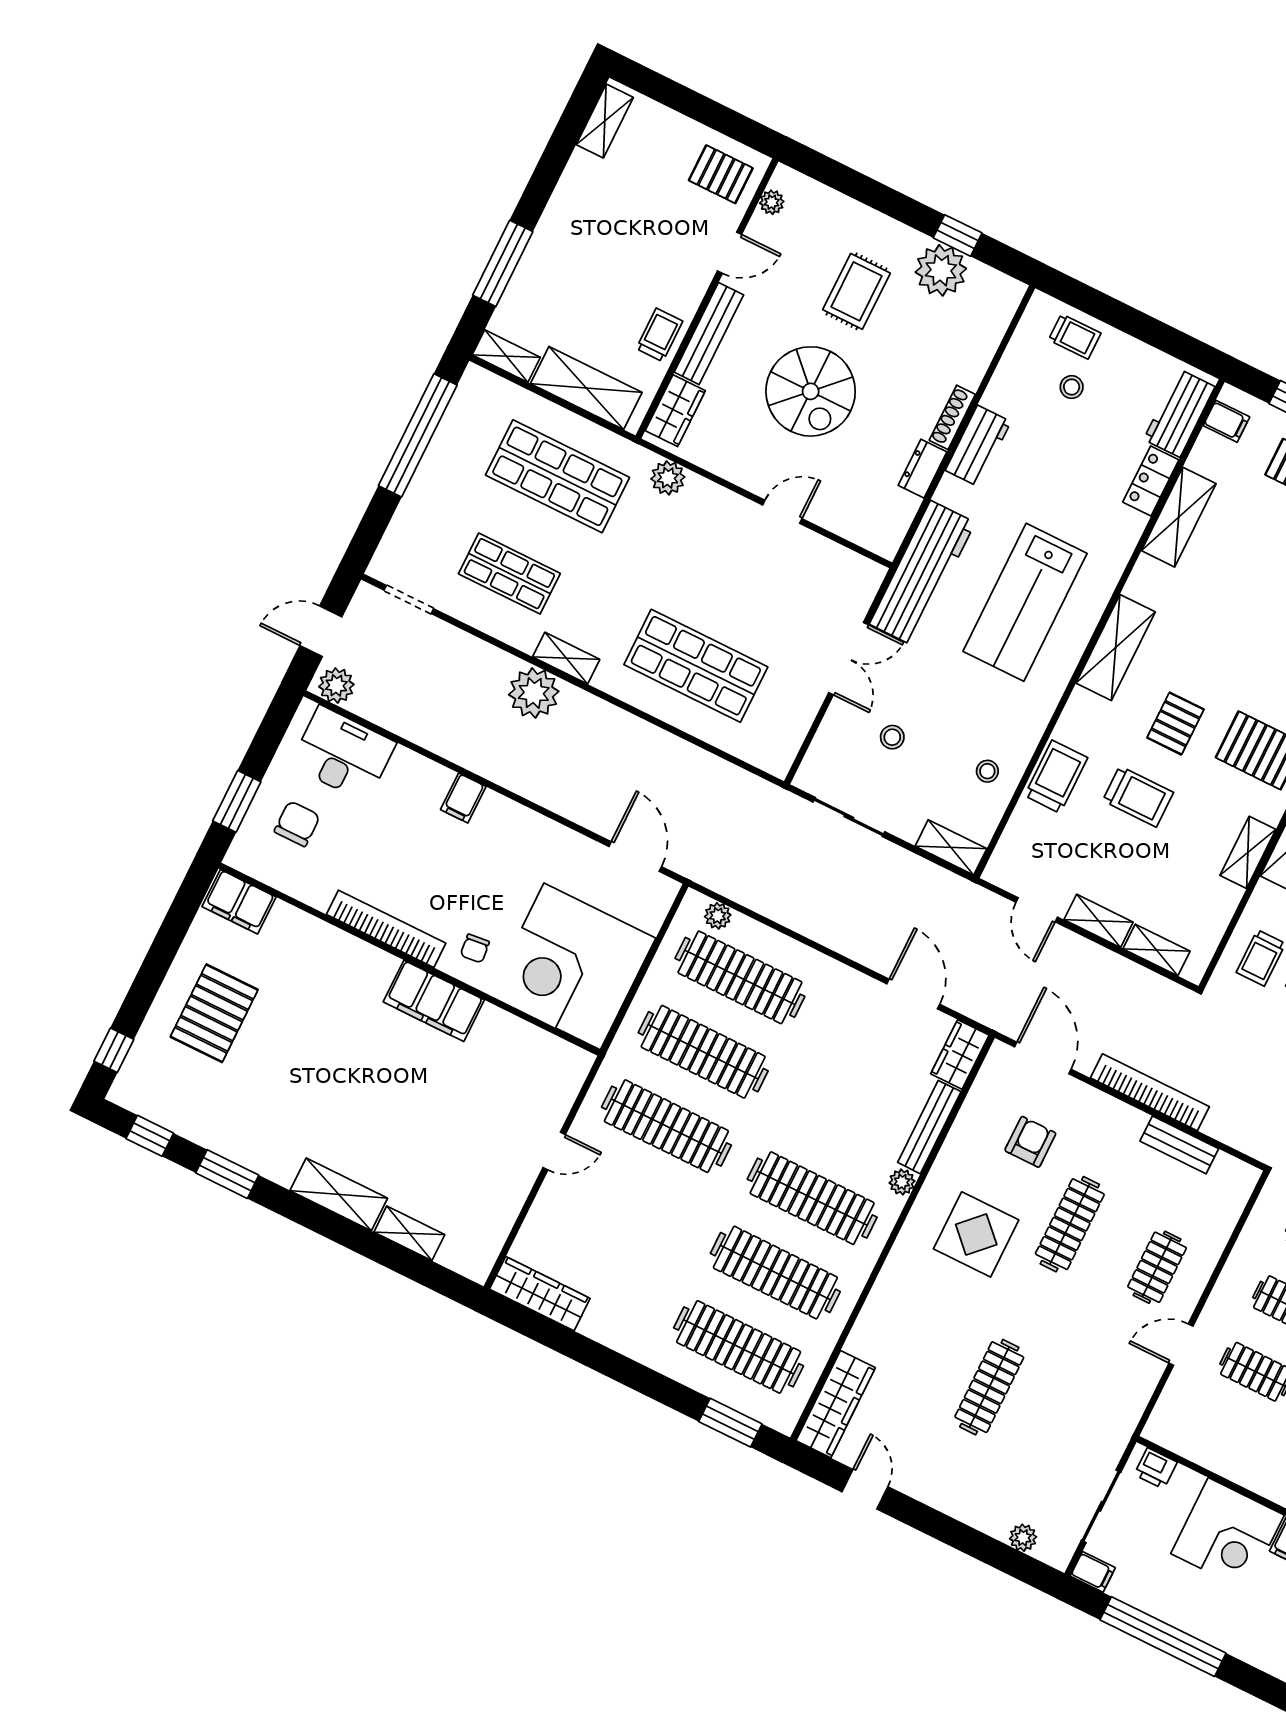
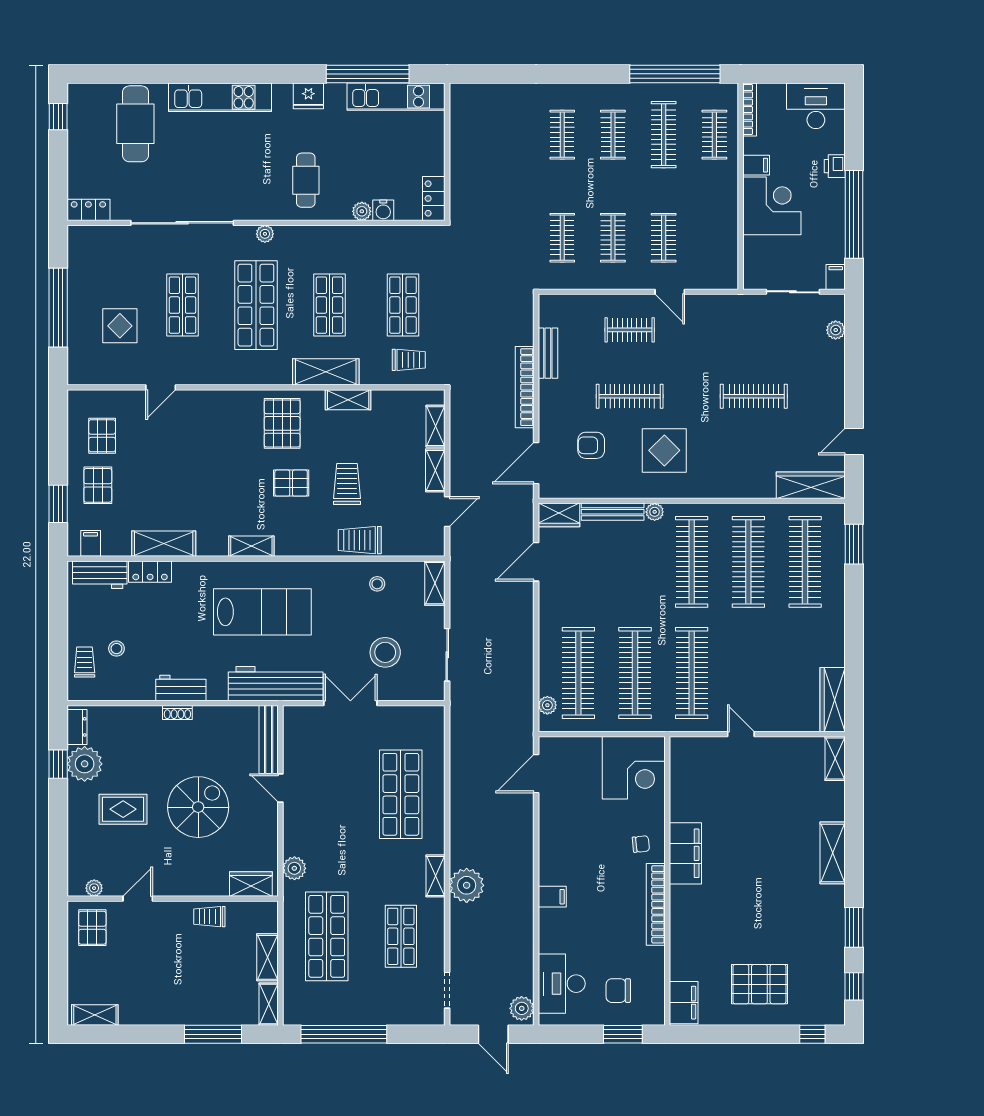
door: (730, 253) -> (138, 899), hinge flipped
bench: (709, 333) -> (269, 739), moved, turned 90
shelving: (586, 388) -> (268, 957), width x0.67, depth x0.75
shoe rack: (952, 417) -> (177, 712), width x0.70
dresser: (922, 469) -> (77, 727), moved, turned -90
shelving: (1116, 647) -> (251, 546), width x0.67, depth x0.75
stool: (892, 737) -> (385, 652), width x1.89, depth x1.89
corner desk: (572, 966) -> (634, 768), width x0.74, depth x0.74
shelving: (409, 1233) -> (835, 759), moved
printer: (1156, 1468) -> (835, 166), moved, turned 180

